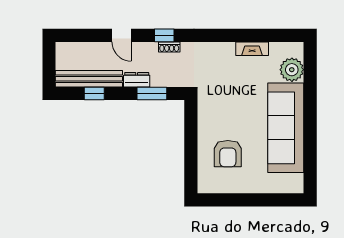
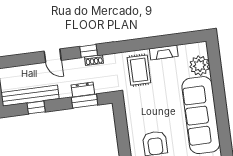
rug: (220, 66) -> (139, 70), added
dresser: (137, 80) -> (83, 90), moved

